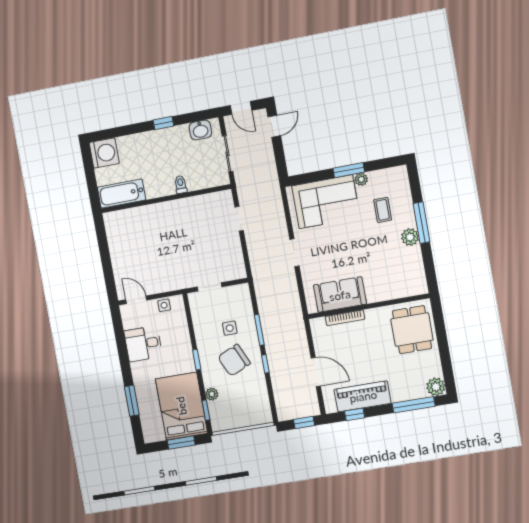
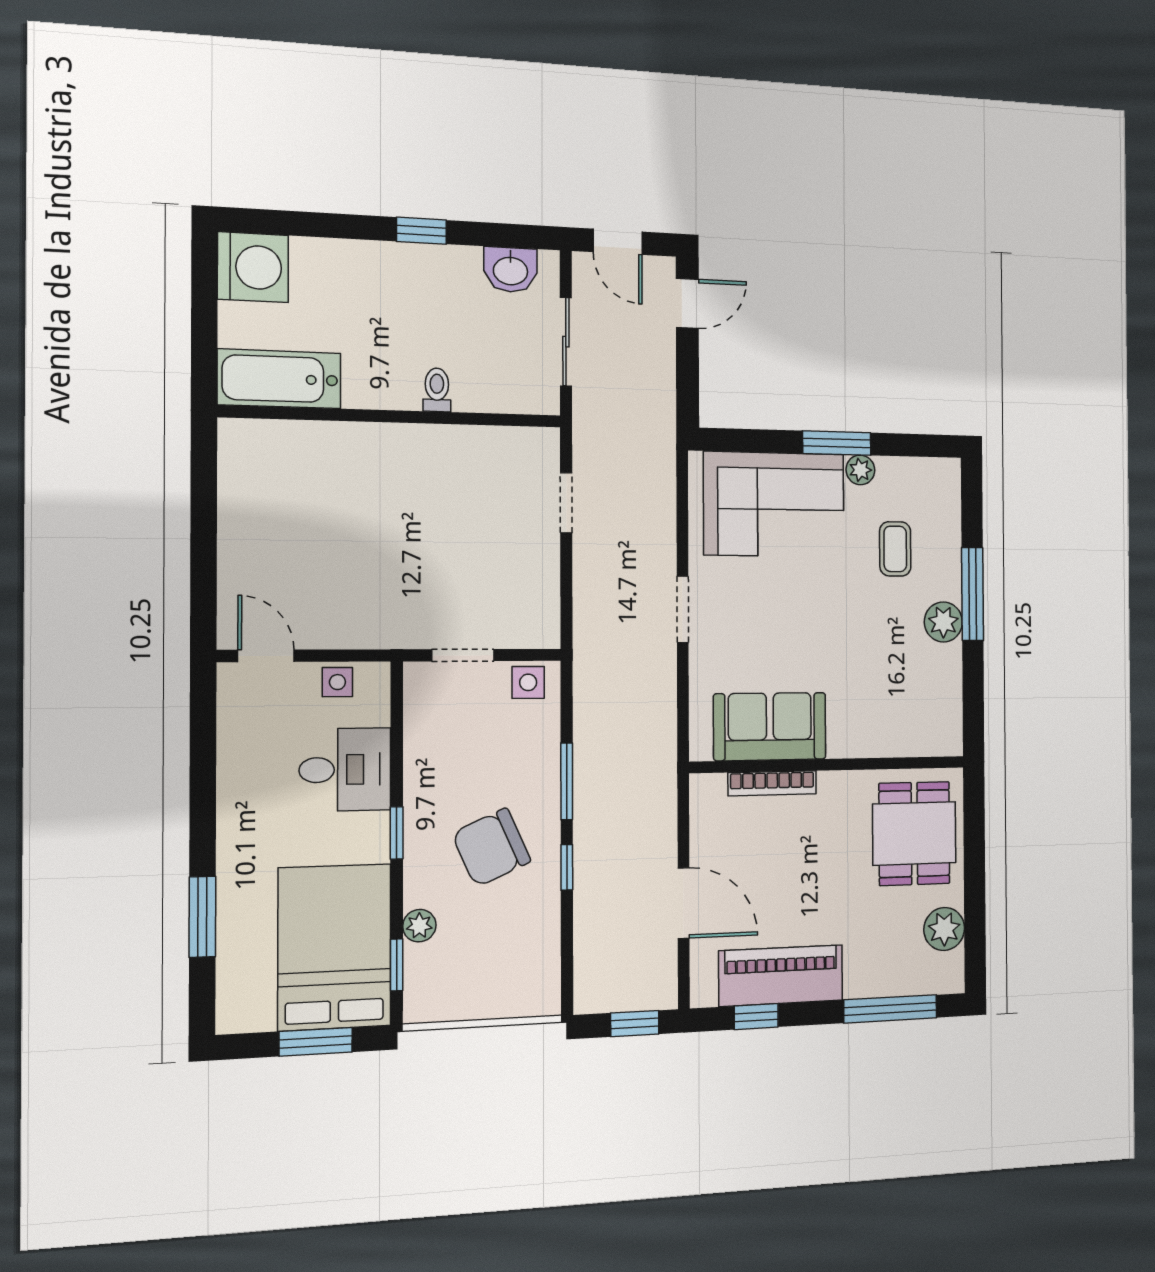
side table: (230, 328) -> (528, 682), moved
desk: (143, 344) -> (345, 770), moved, turned 180
plant: (436, 387) -> (944, 929), moved

